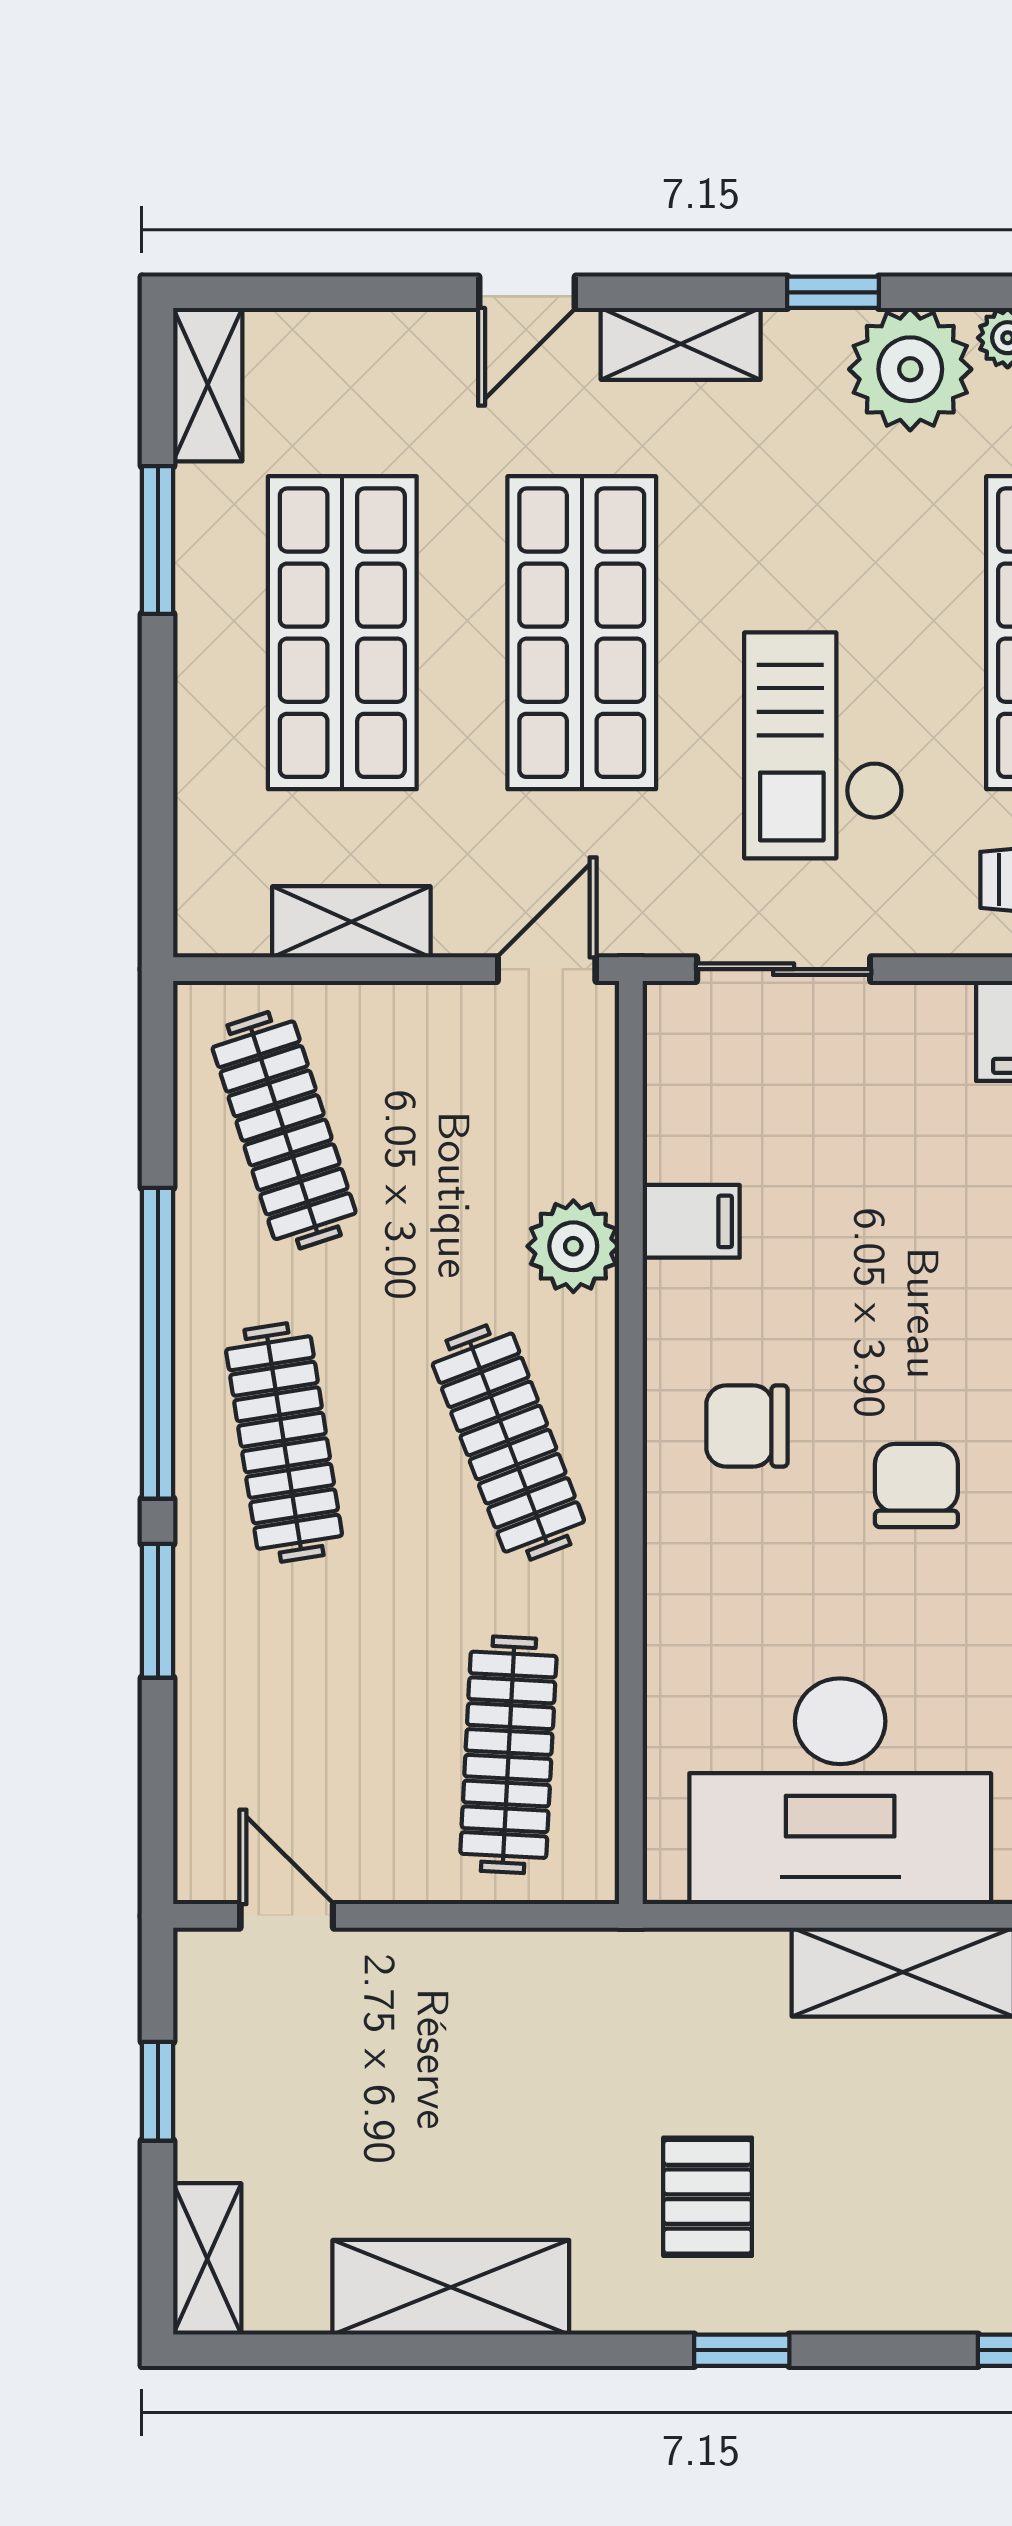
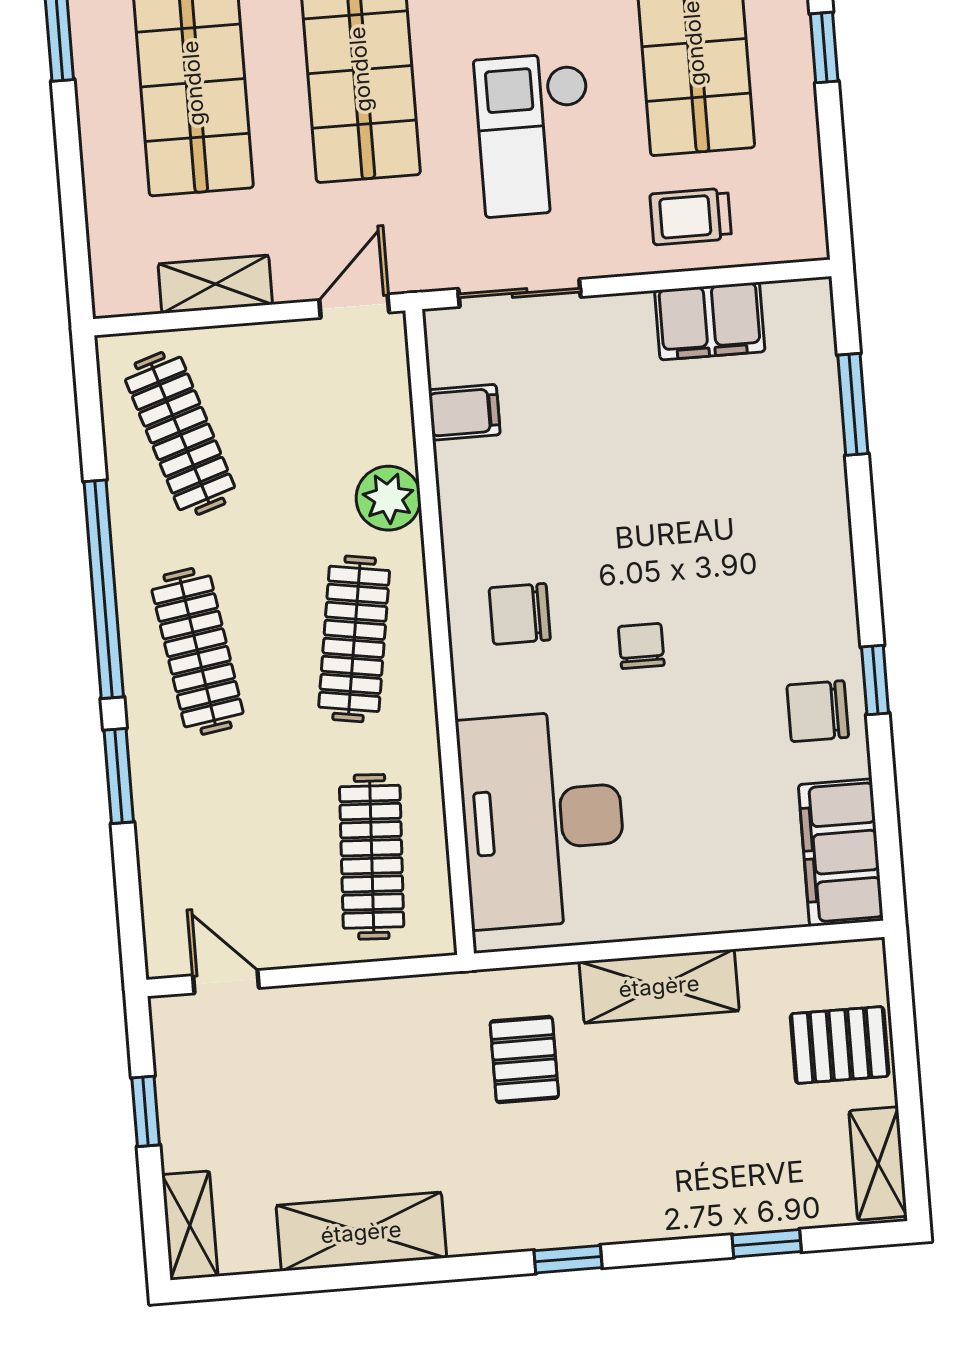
filing cabinet: (691, 1221) -> (464, 412), moved
clothes rail: (508, 1443) -> (354, 639), turned 30
chair: (916, 1486) -> (641, 646), width x0.73, depth x0.73
desk: (840, 1791) -> (542, 819), moved, turned 90
pallet: (708, 2197) -> (524, 1059), moved

